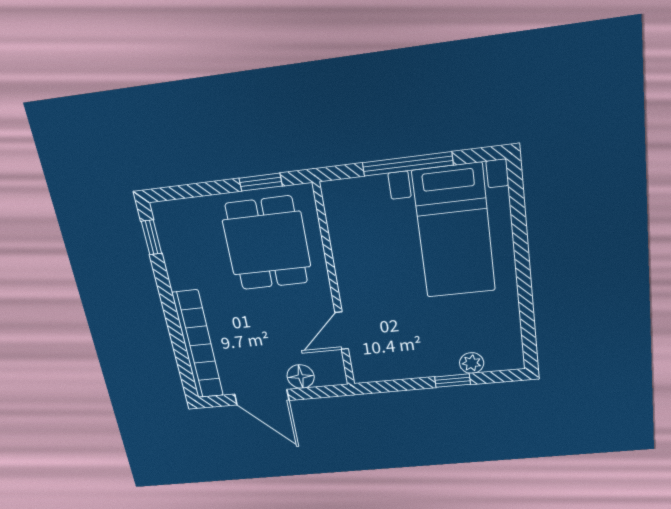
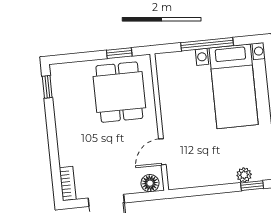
bookcase: (198, 345) -> (68, 183), width x0.43, depth x0.76
floor lamp: (301, 377) -> (150, 183), moved
window: (453, 381) -> (252, 186), moved

